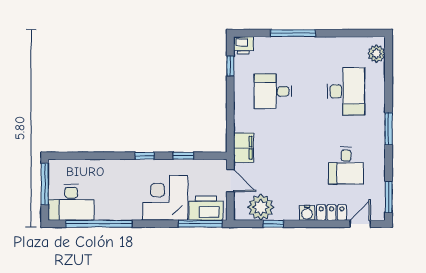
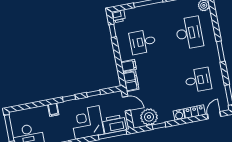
filing cabinet: (244, 123) -> (129, 66), added
desk: (346, 166) -> (198, 80), turned -90
filing cabinet: (117, 169) -> (53, 110), added

